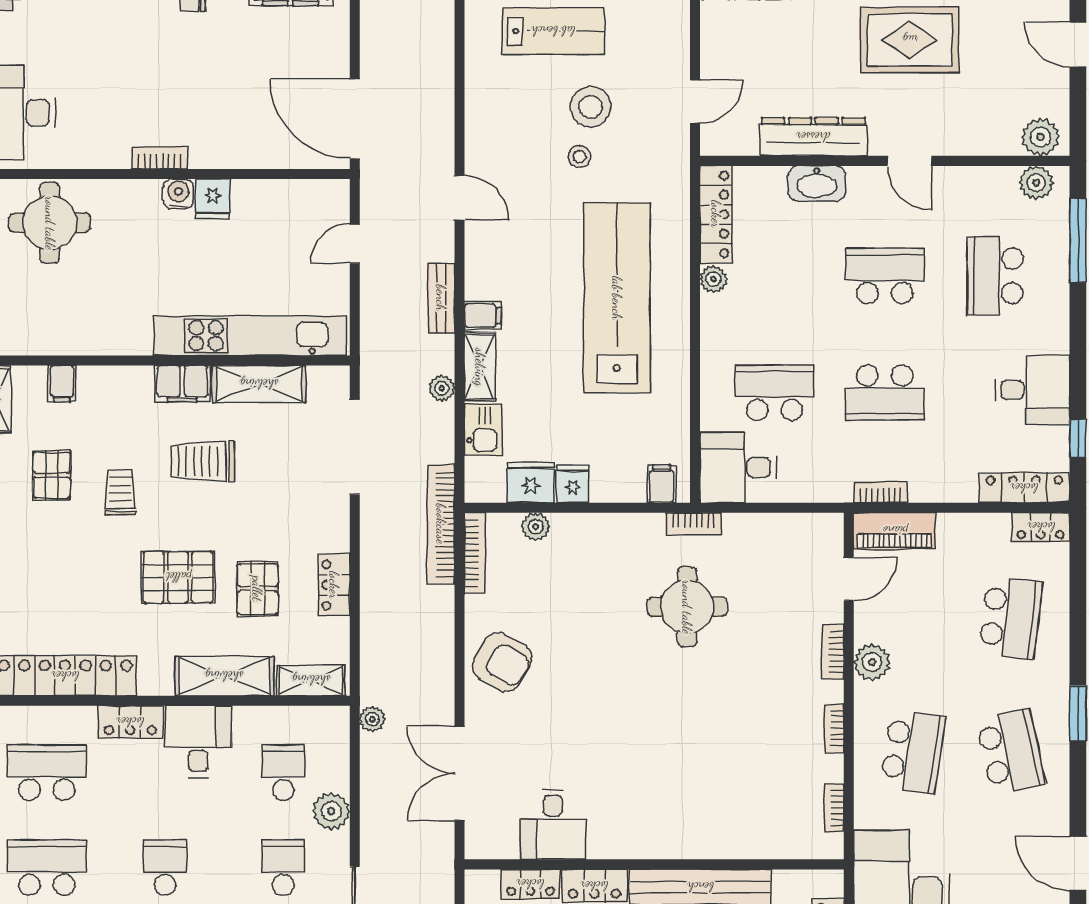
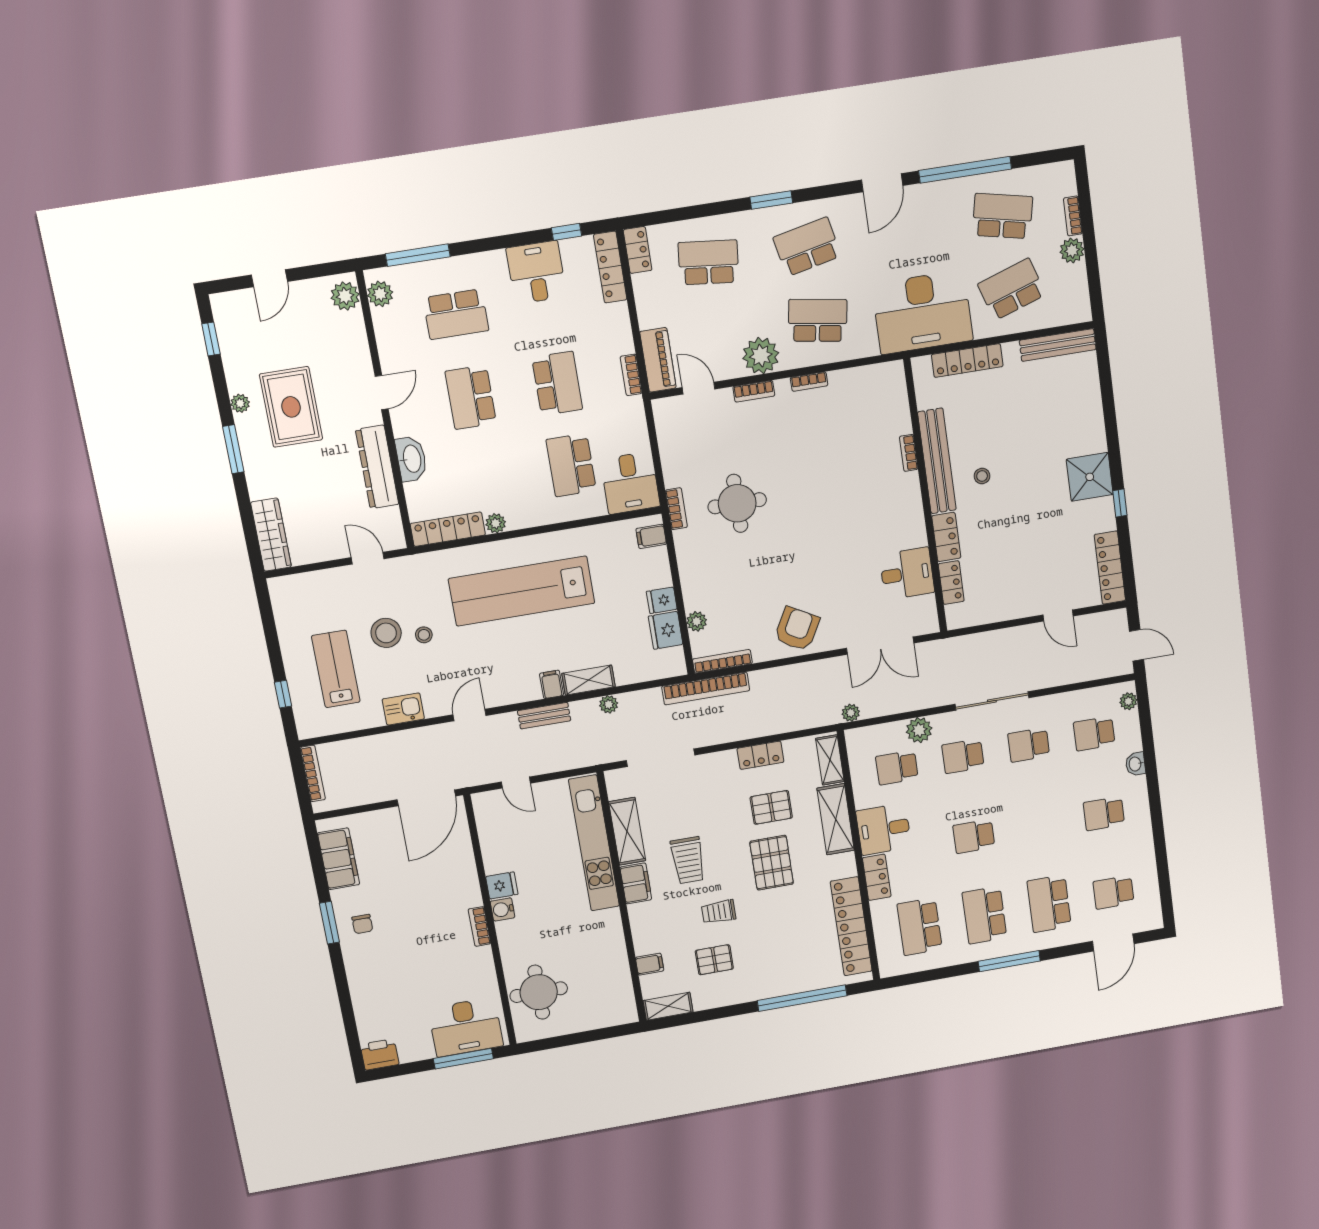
kitchen sink: (483, 430) -> (403, 709), moved
plant: (872, 662) -> (761, 356), width x1.36, depth x1.36
bookcase: (834, 808) -> (909, 453), moved, turned 90

